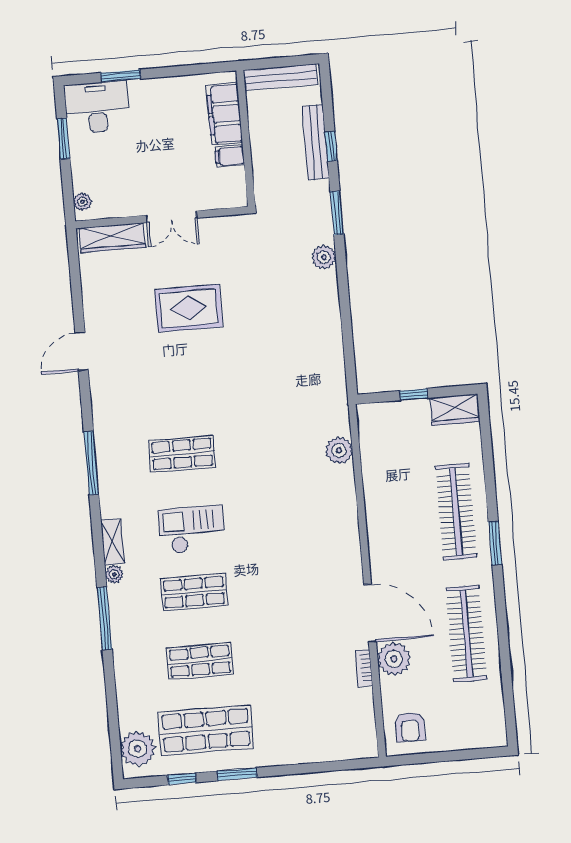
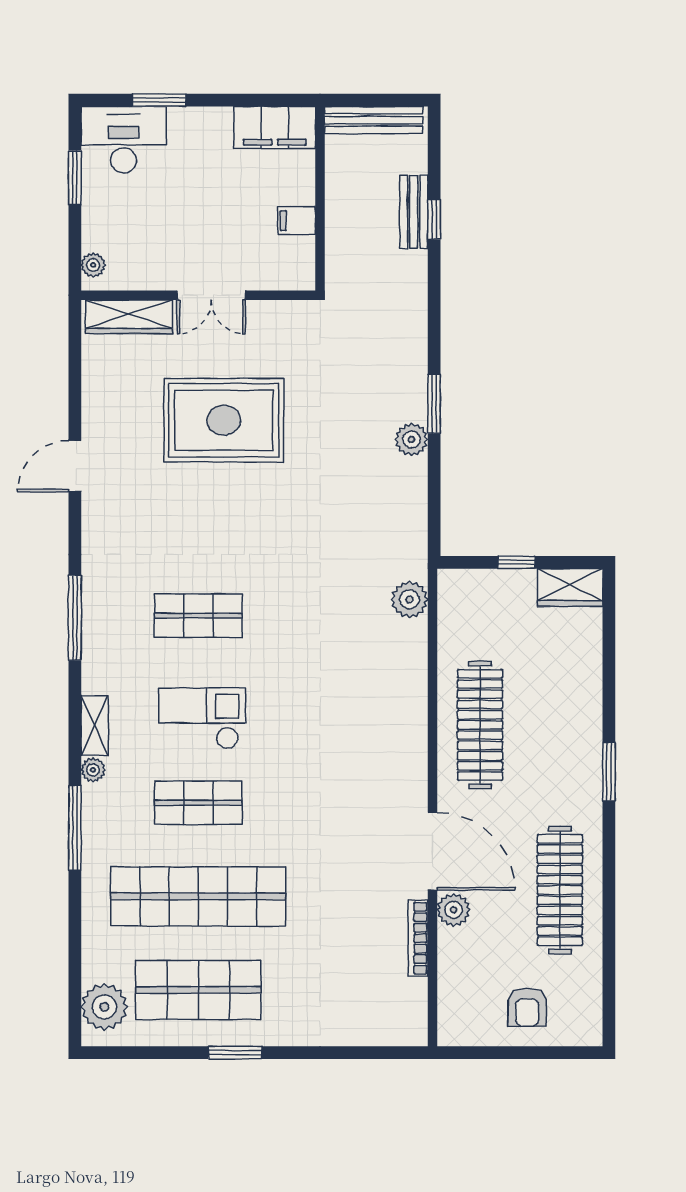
filing cabinet: (224, 114) -> (275, 127), moved, turned -90
bench: (316, 142) -> (414, 212), width x0.73
window: (337, 213) -> (434, 404), moved
plant: (324, 257) -> (412, 439), moved
rug: (189, 308) -> (224, 420), width x1.37, depth x1.44
plant: (339, 450) -> (409, 599), moved
clothes rail: (456, 512) -> (480, 725), moved
plant: (394, 659) -> (453, 910), width x0.73, depth x0.73
shop shelf: (200, 661) -> (198, 896), width x2.00, depth x1.36
bookcase: (364, 668) -> (418, 938), width x1.56
armchair: (410, 727) -> (527, 1007), moved
window: (182, 779) -> (160, 1053), removed

